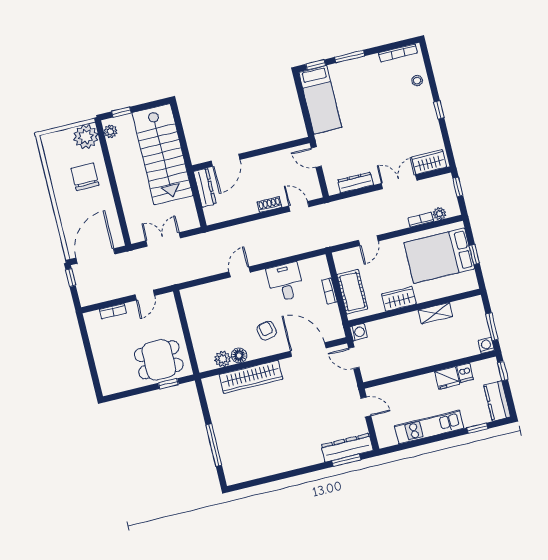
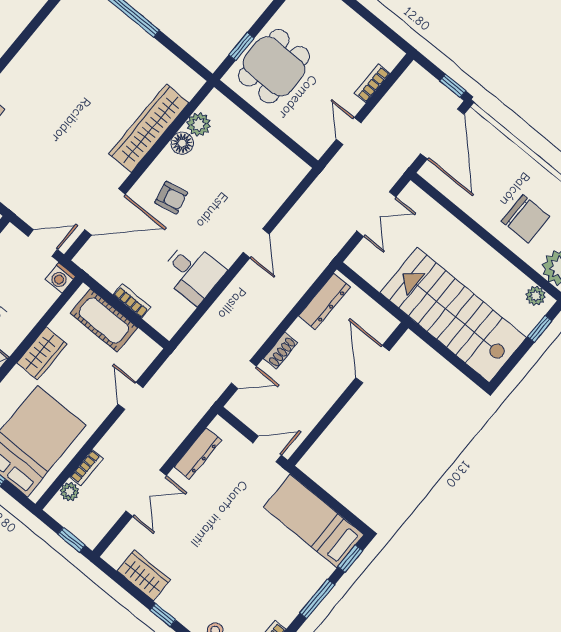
wardrobe: (429, 162) -> (144, 575), moved, turned -90
dresser: (205, 188) -> (325, 301), moved, turned -90

